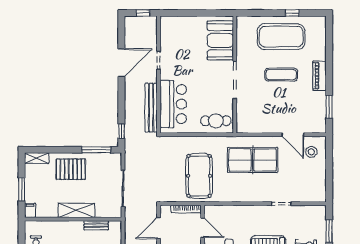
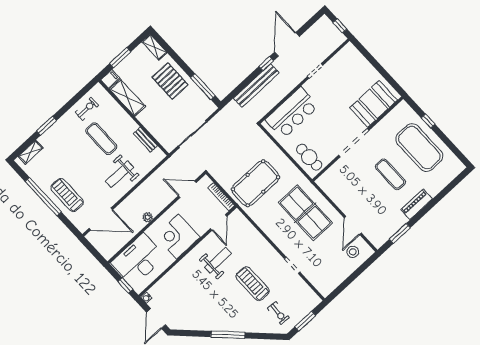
window: (292, 13) -> (428, 121), moved
door: (121, 63) -> (287, 44), swing flipped
bench: (151, 108) -> (256, 86), moved
window: (121, 131) -> (266, 64), moved
shelving: (76, 210) -> (127, 98), moved

